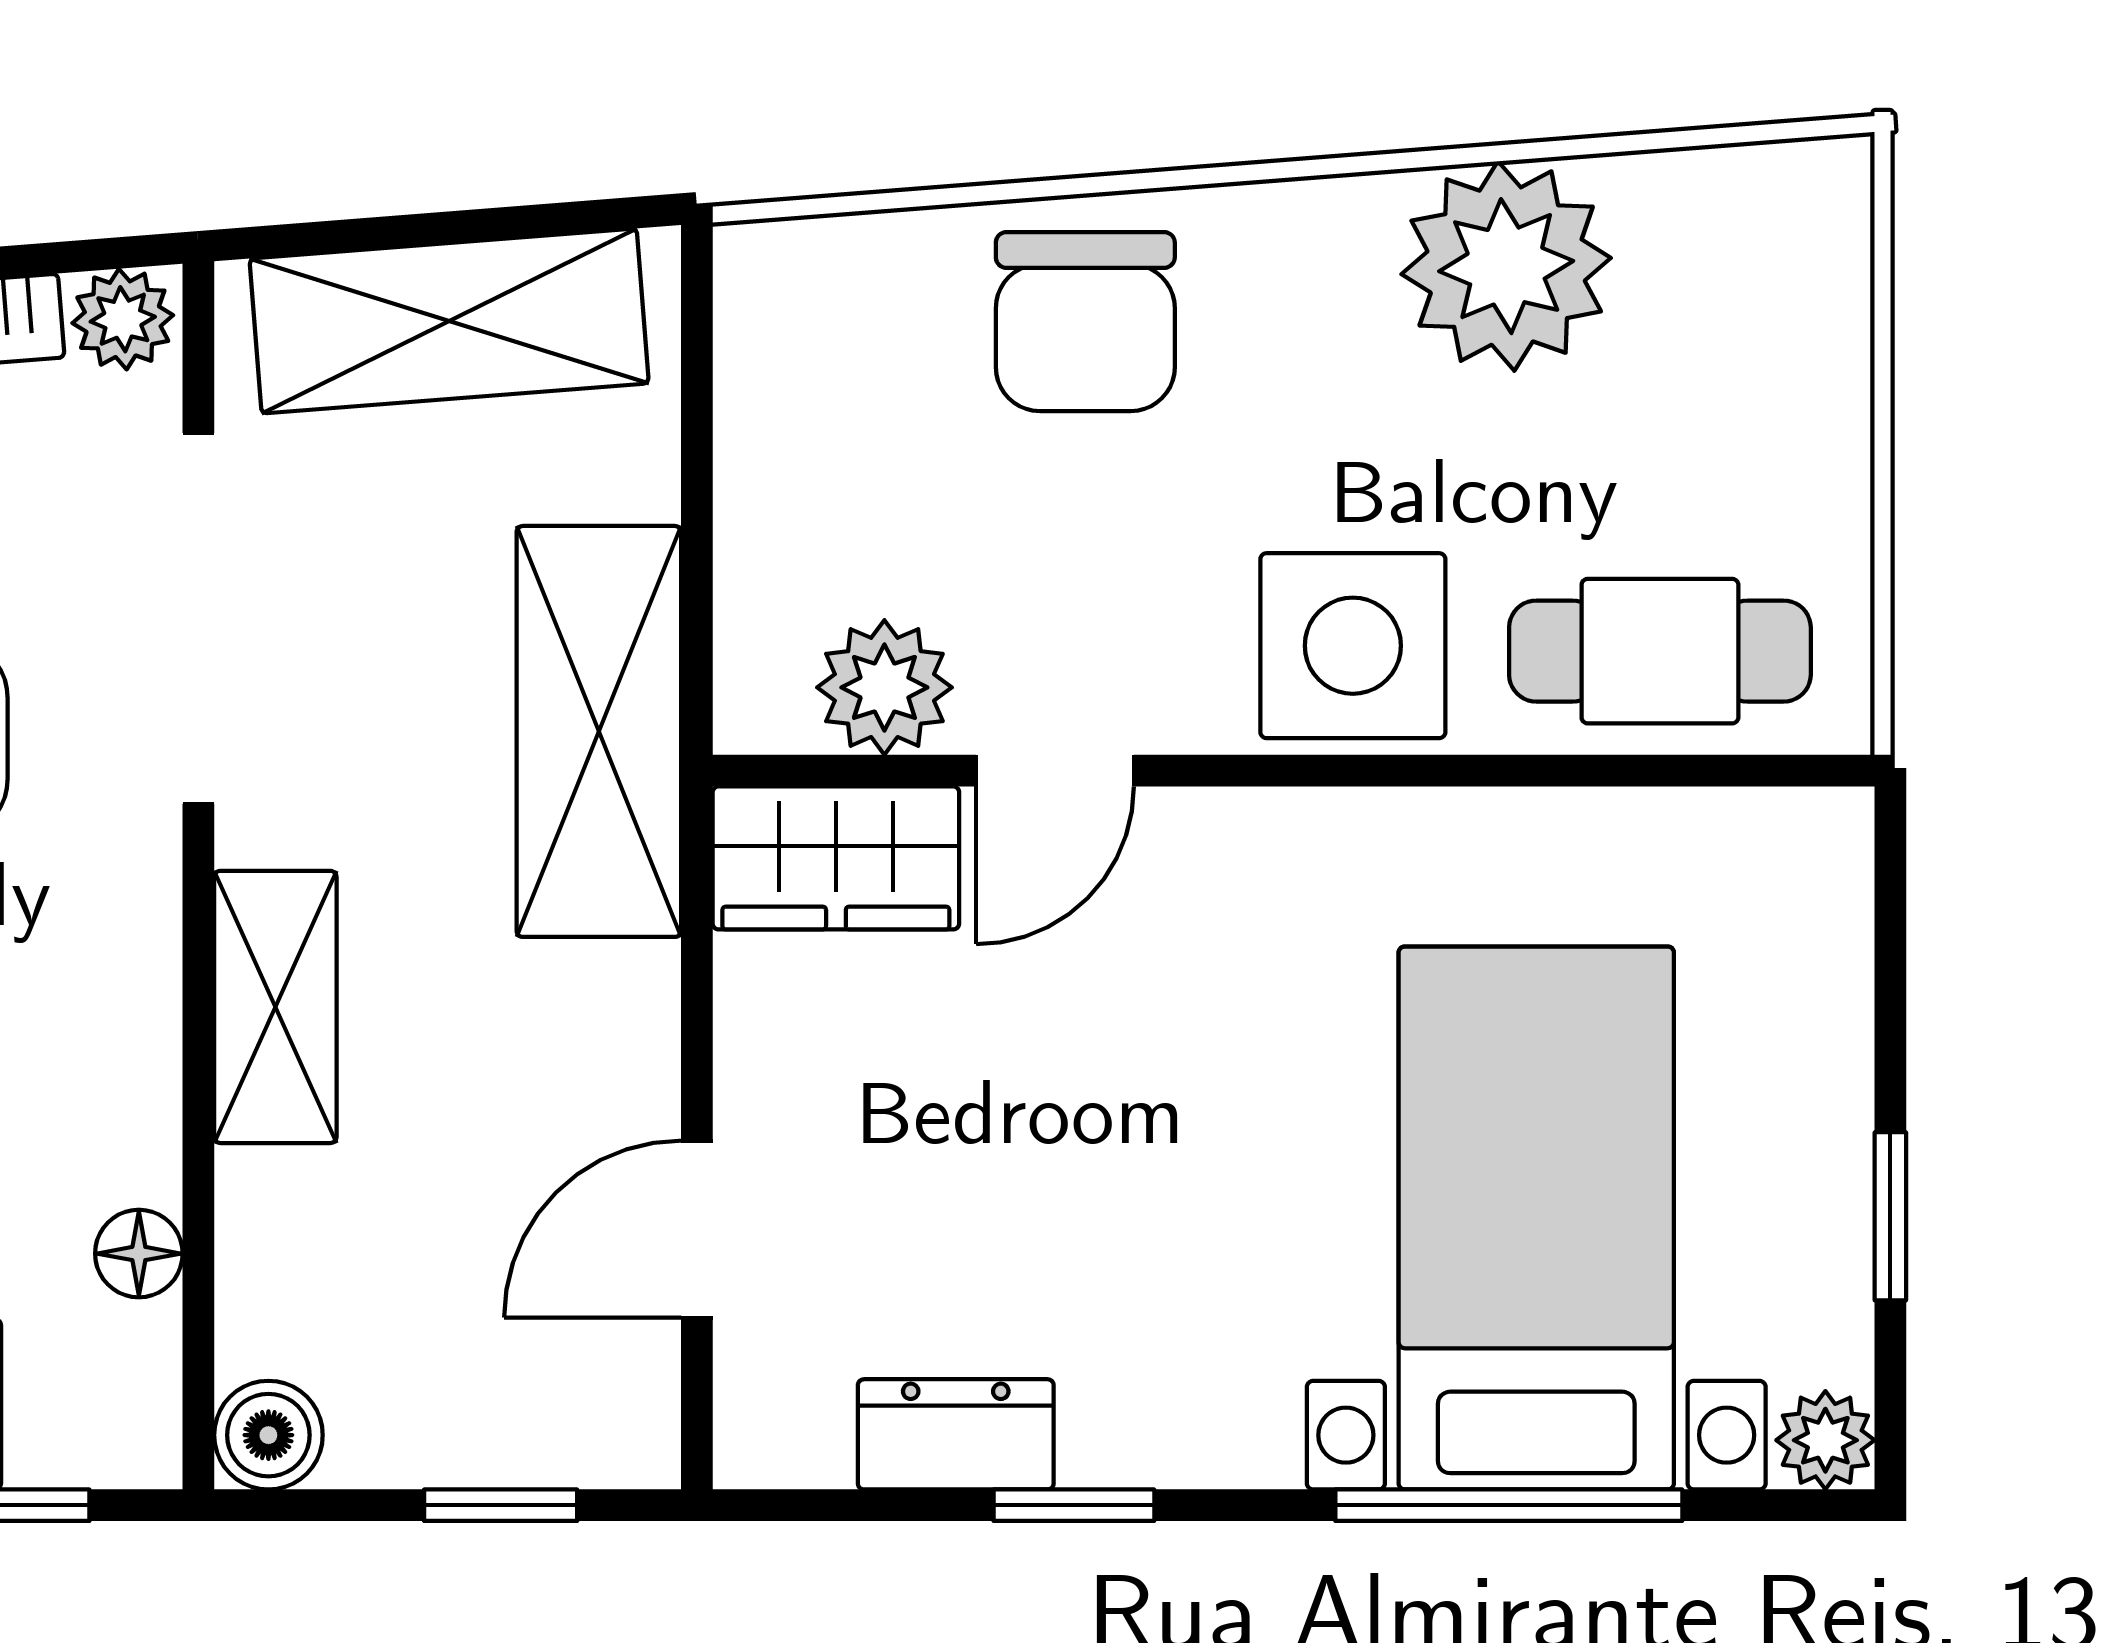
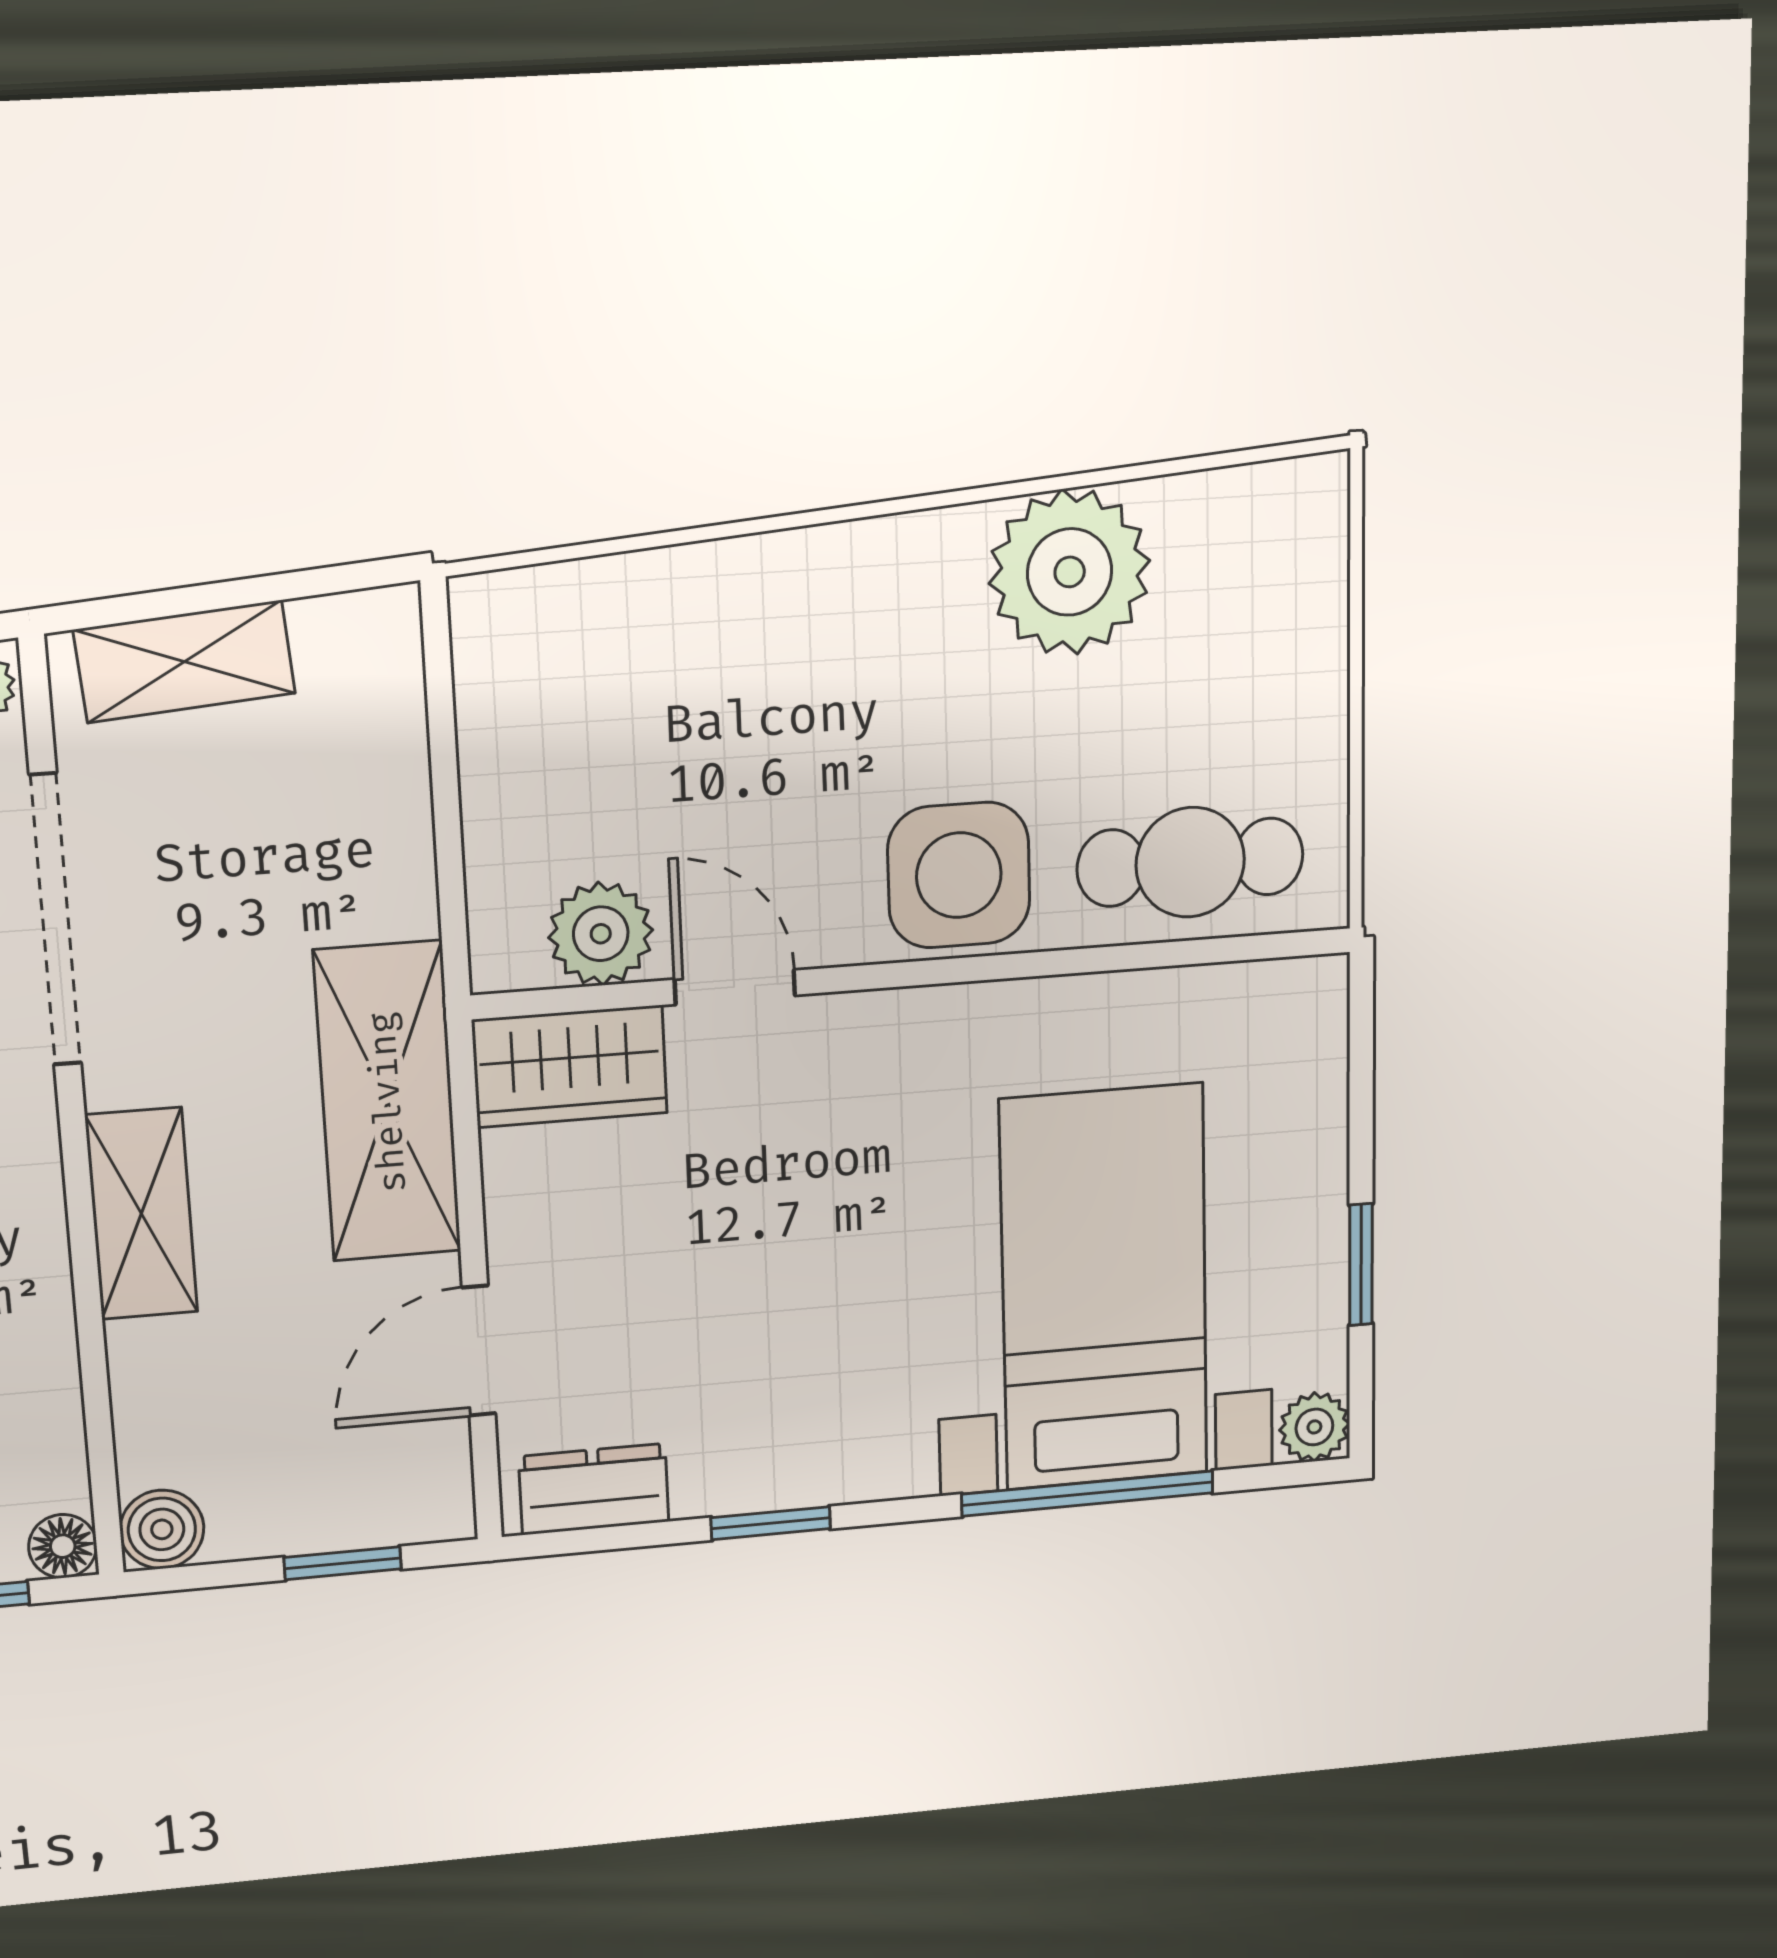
shelving: (449, 321) -> (185, 662), width x0.67, depth x0.75
chair: (1085, 322) -> (745, 637), removed
shelving: (599, 731) -> (388, 1102), moved
door: (1055, 771) -> (735, 987), swing flipped
floor lamp: (139, 1254) -> (63, 1546), moved
dresser: (956, 1434) -> (594, 1489), moved

